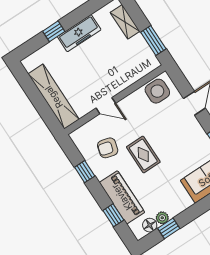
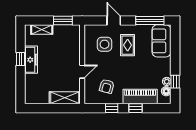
window: (54, 31) -> (21, 59), moved
side table: (157, 91) -> (105, 44), moved
shelving: (54, 97) -> (65, 98), width x0.68
rug: (143, 155) -> (128, 45), moved, turned 90
window: (113, 215) -> (135, 108), moved

